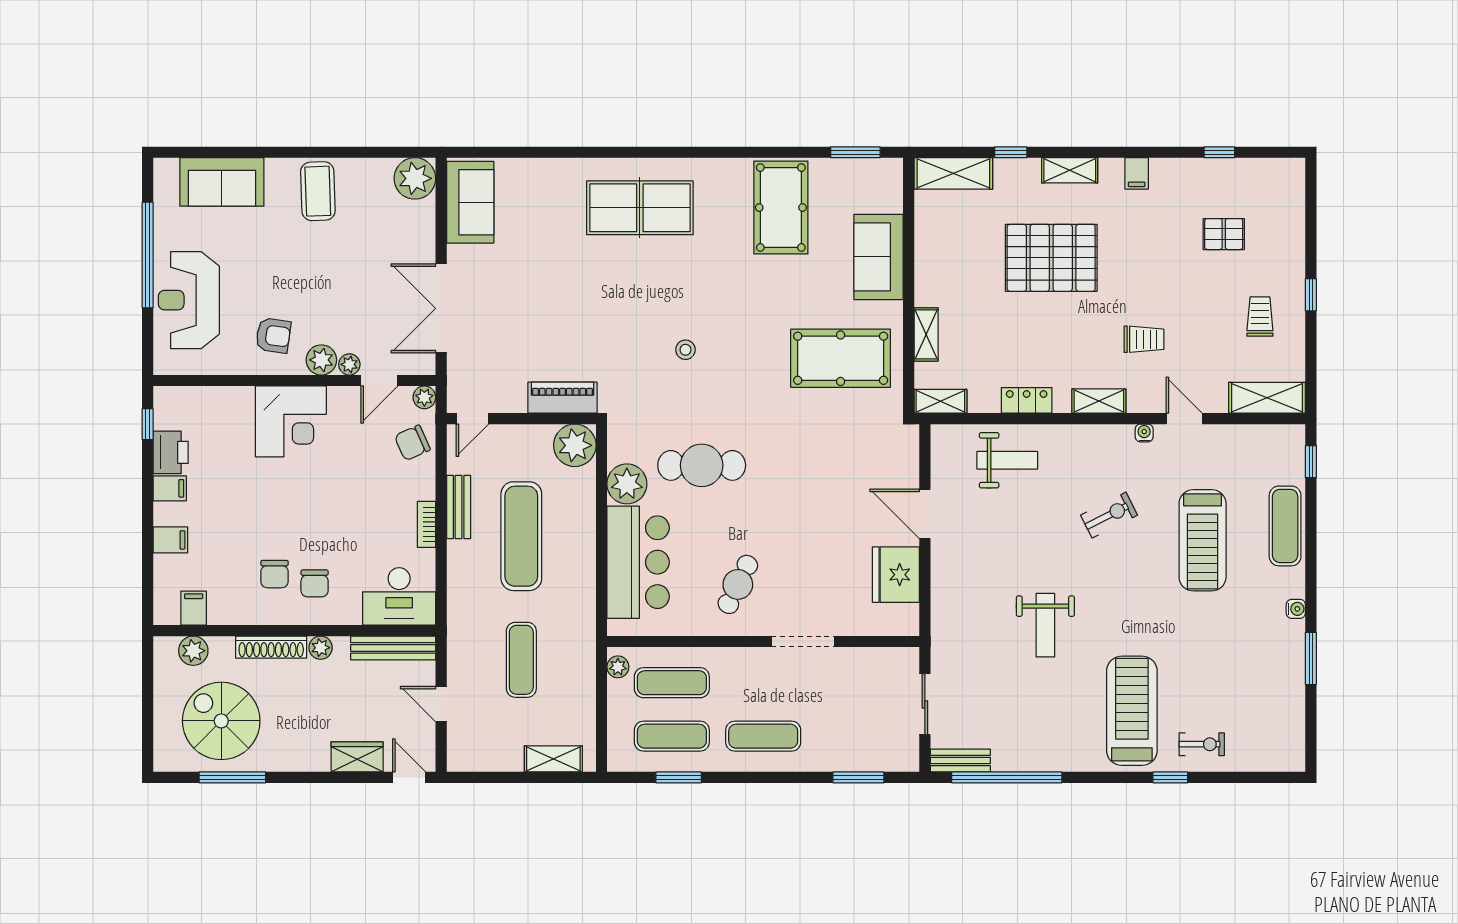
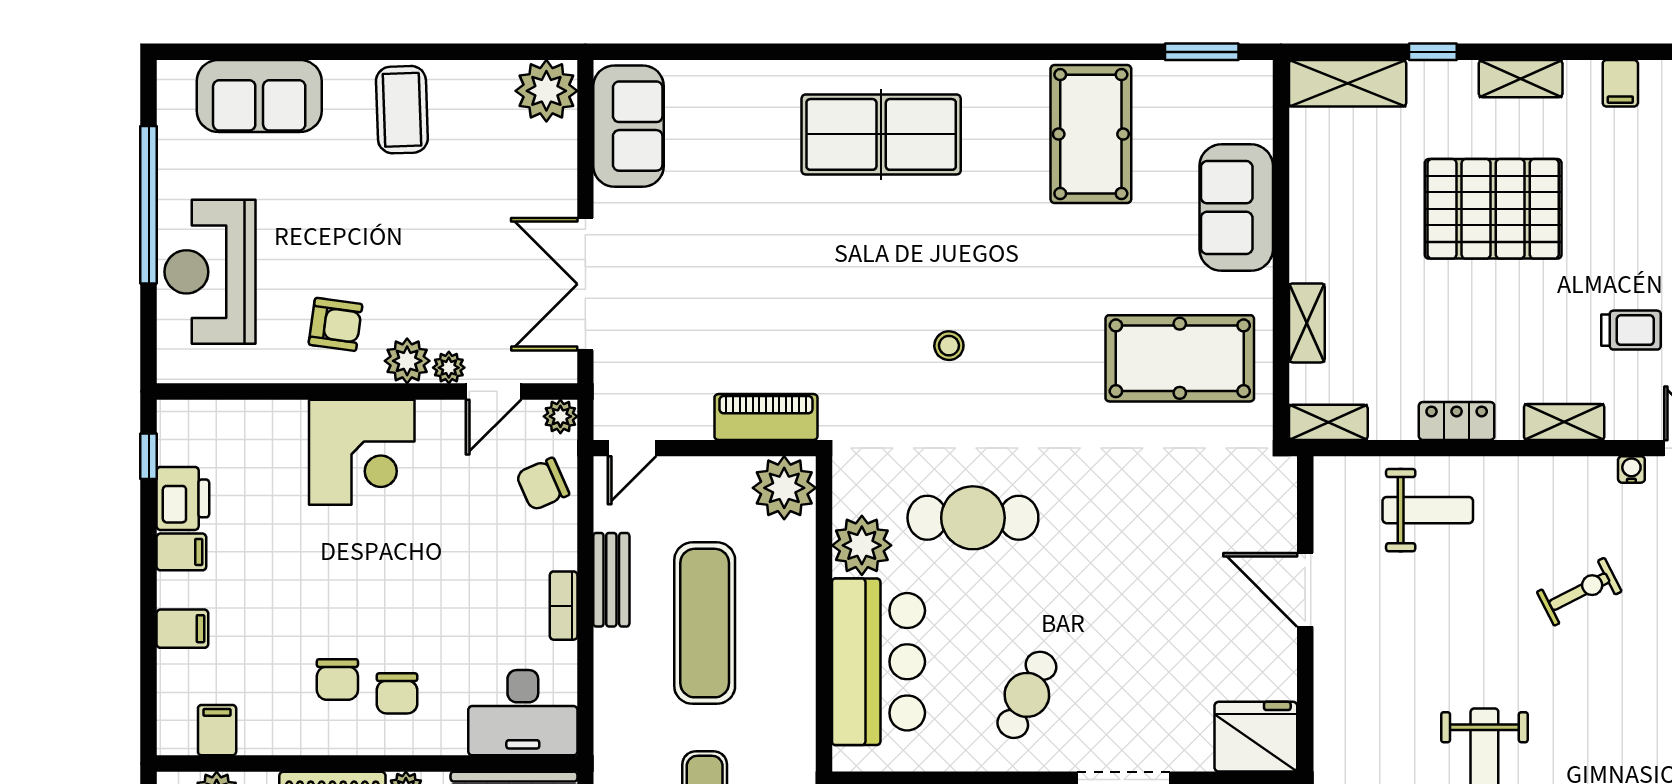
fridge: (896, 575) -> (1256, 737), moved, turned 90

